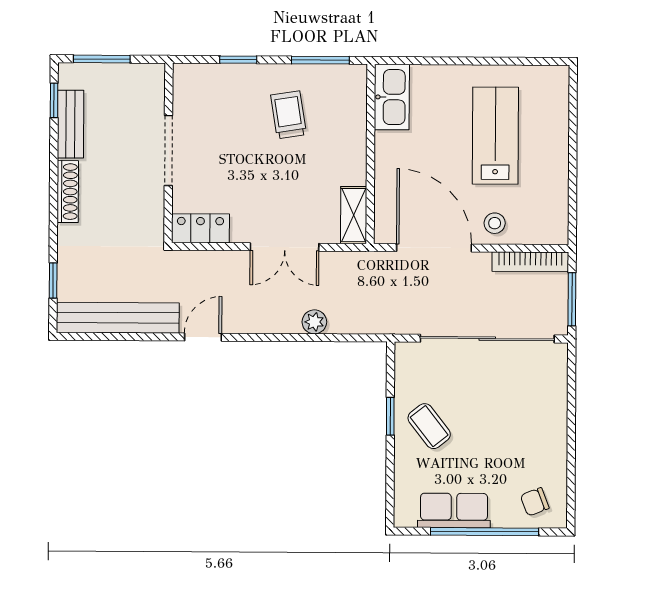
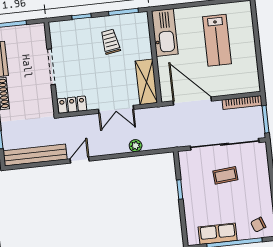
kitchen sink: (392, 97) -> (165, 32), width x1.36, depth x1.24
lab bench: (495, 136) -> (217, 40), turned 180
shelving: (354, 215) -> (146, 82), width x1.50, depth x1.33
stool: (495, 223) -> (222, 85), removed
coffee table: (429, 426) -> (225, 175), moved, turned -57

